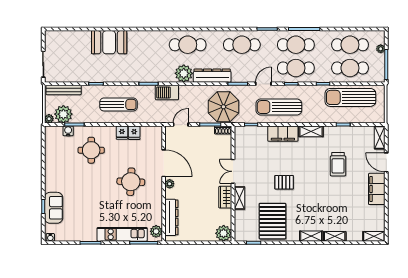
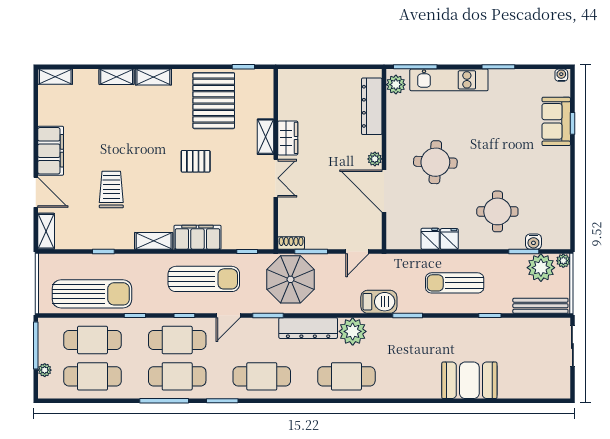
plant: (224, 233) -> (290, 81), removed

